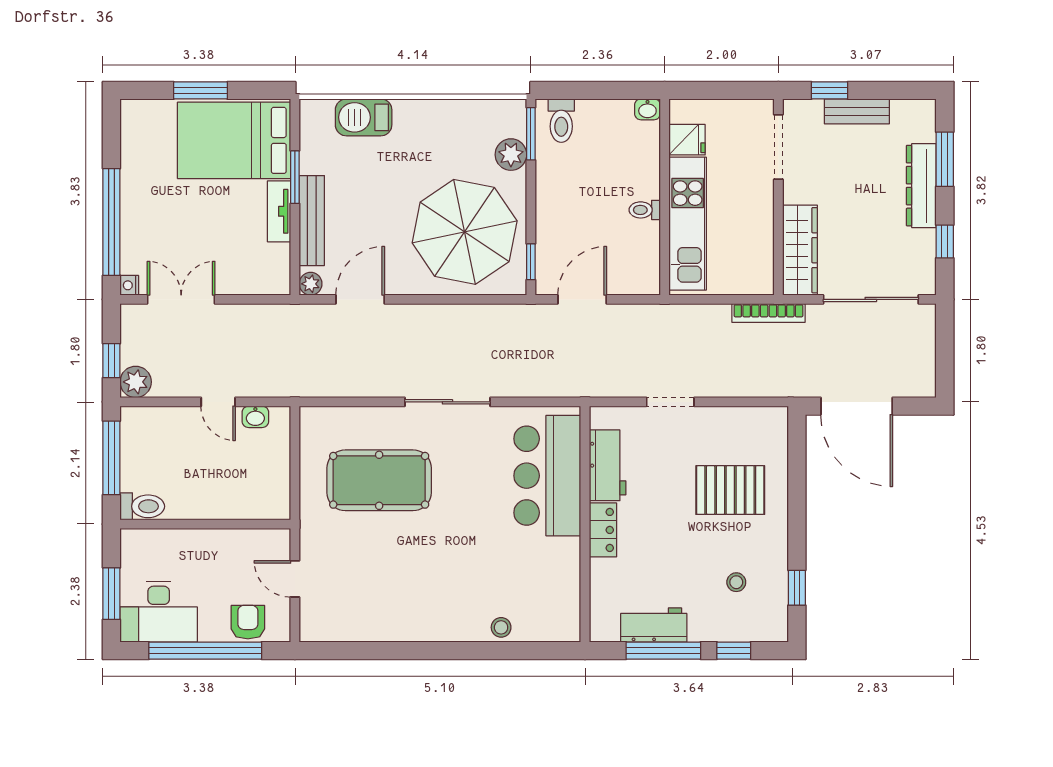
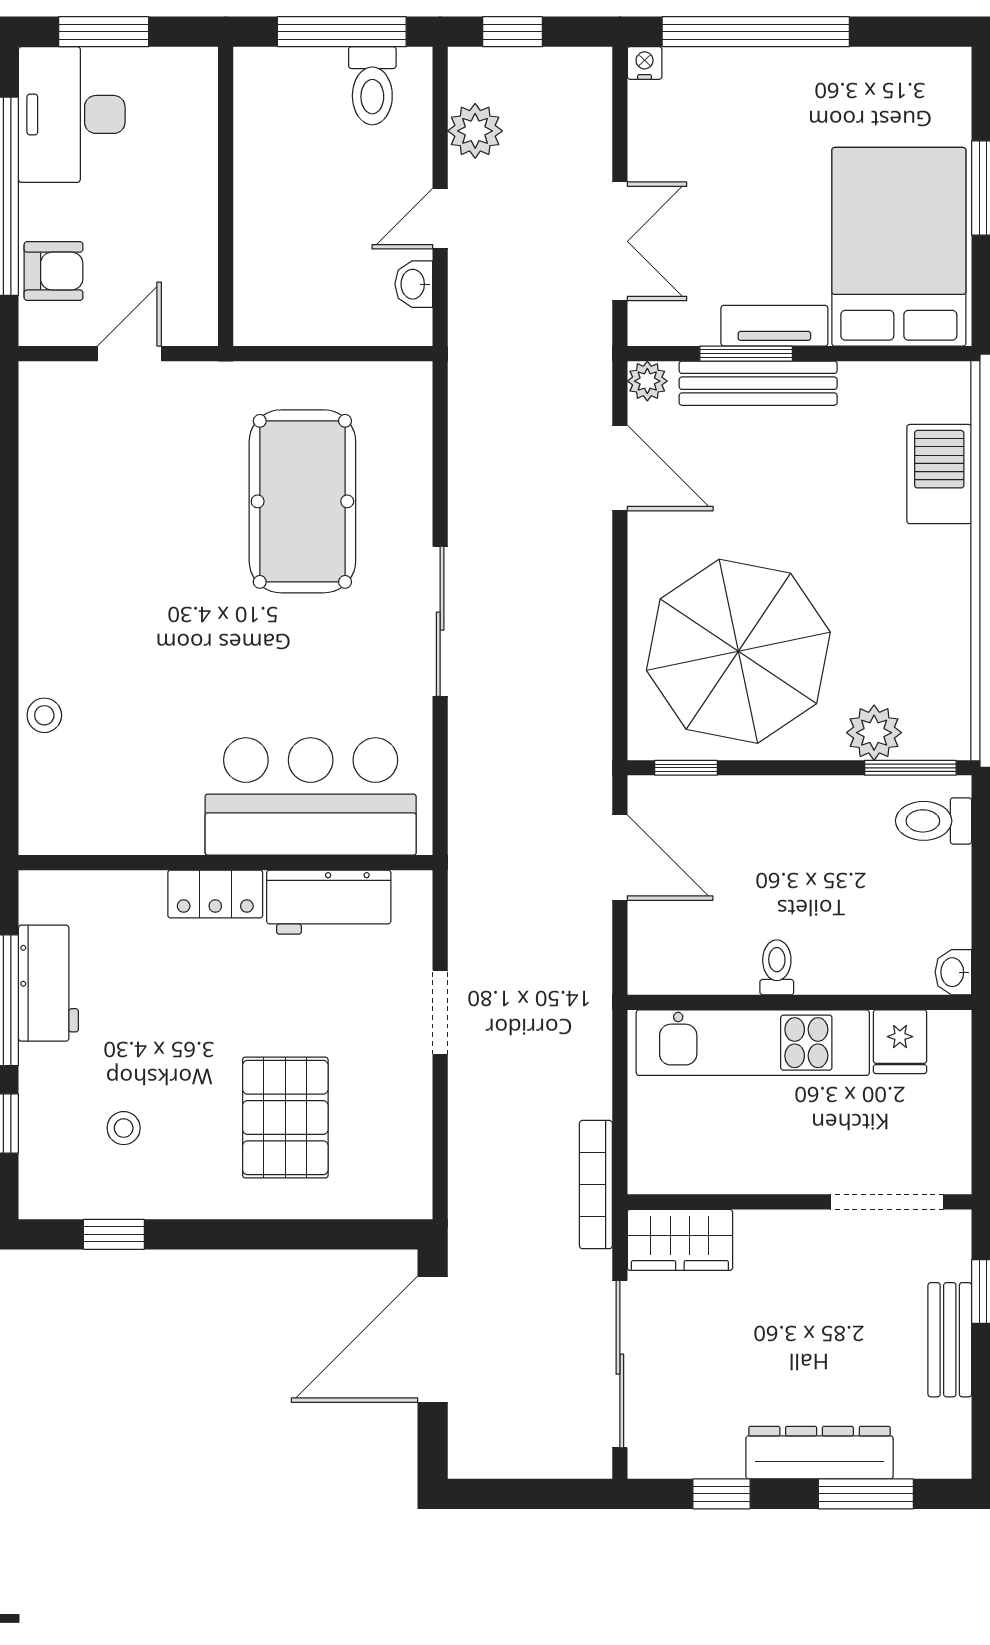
window: (295, 177) -> (746, 354), moved
wardrobe: (800, 250) -> (680, 1240), width x0.67
double door: (181, 299) -> (620, 241), moved
plant: (136, 382) -> (475, 131), moved
toilet: (142, 506) -> (372, 86), moved

